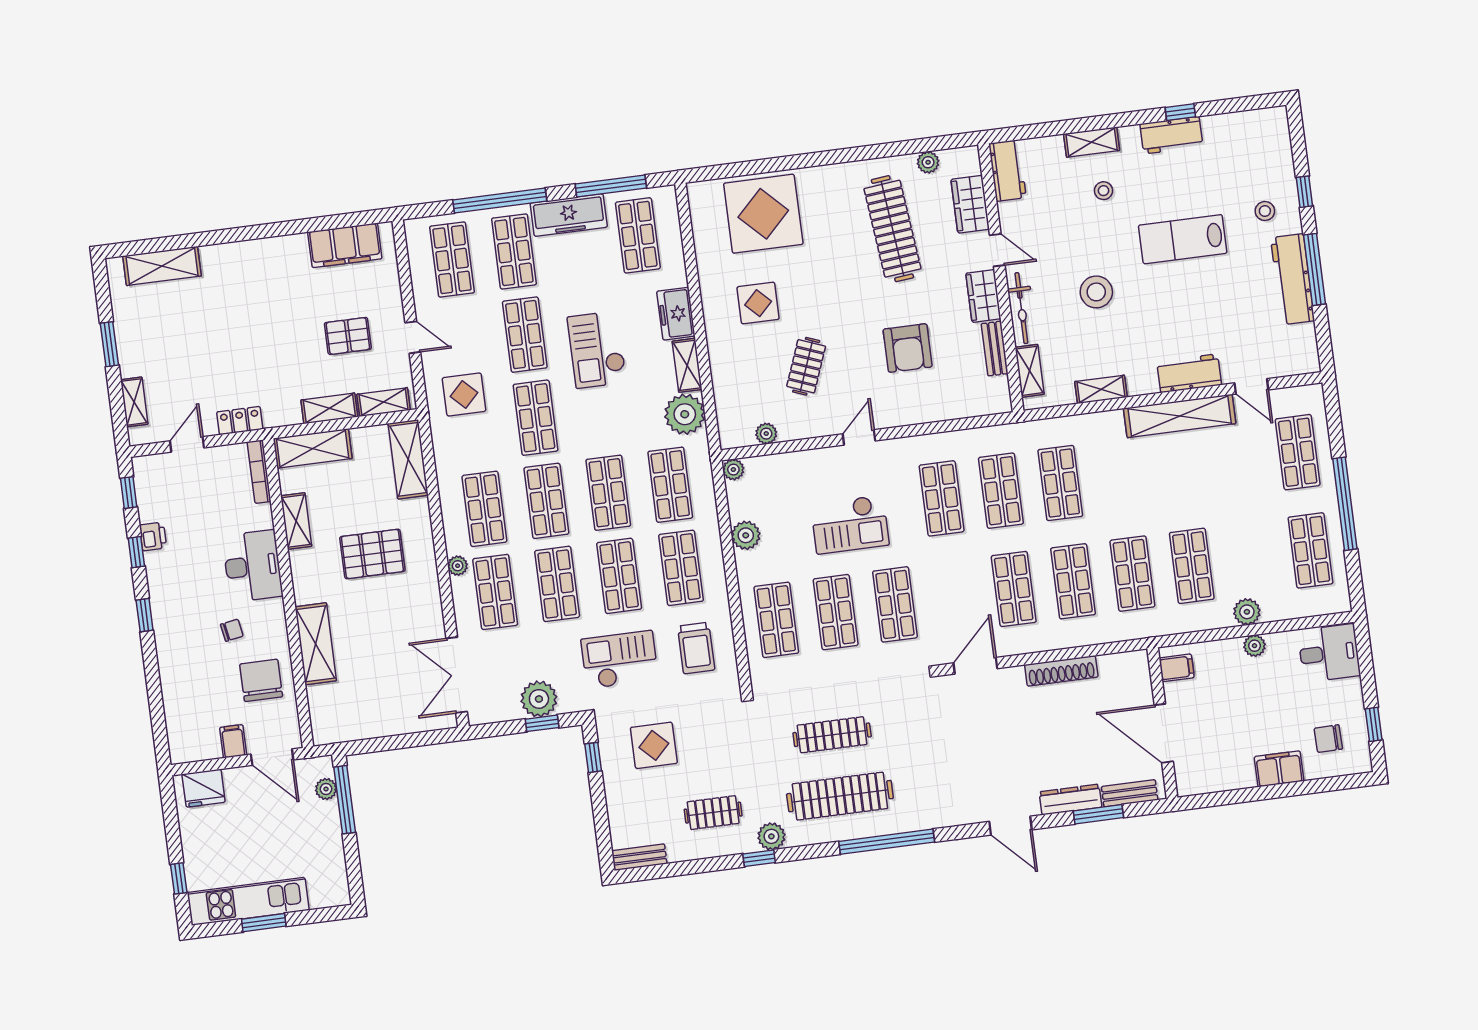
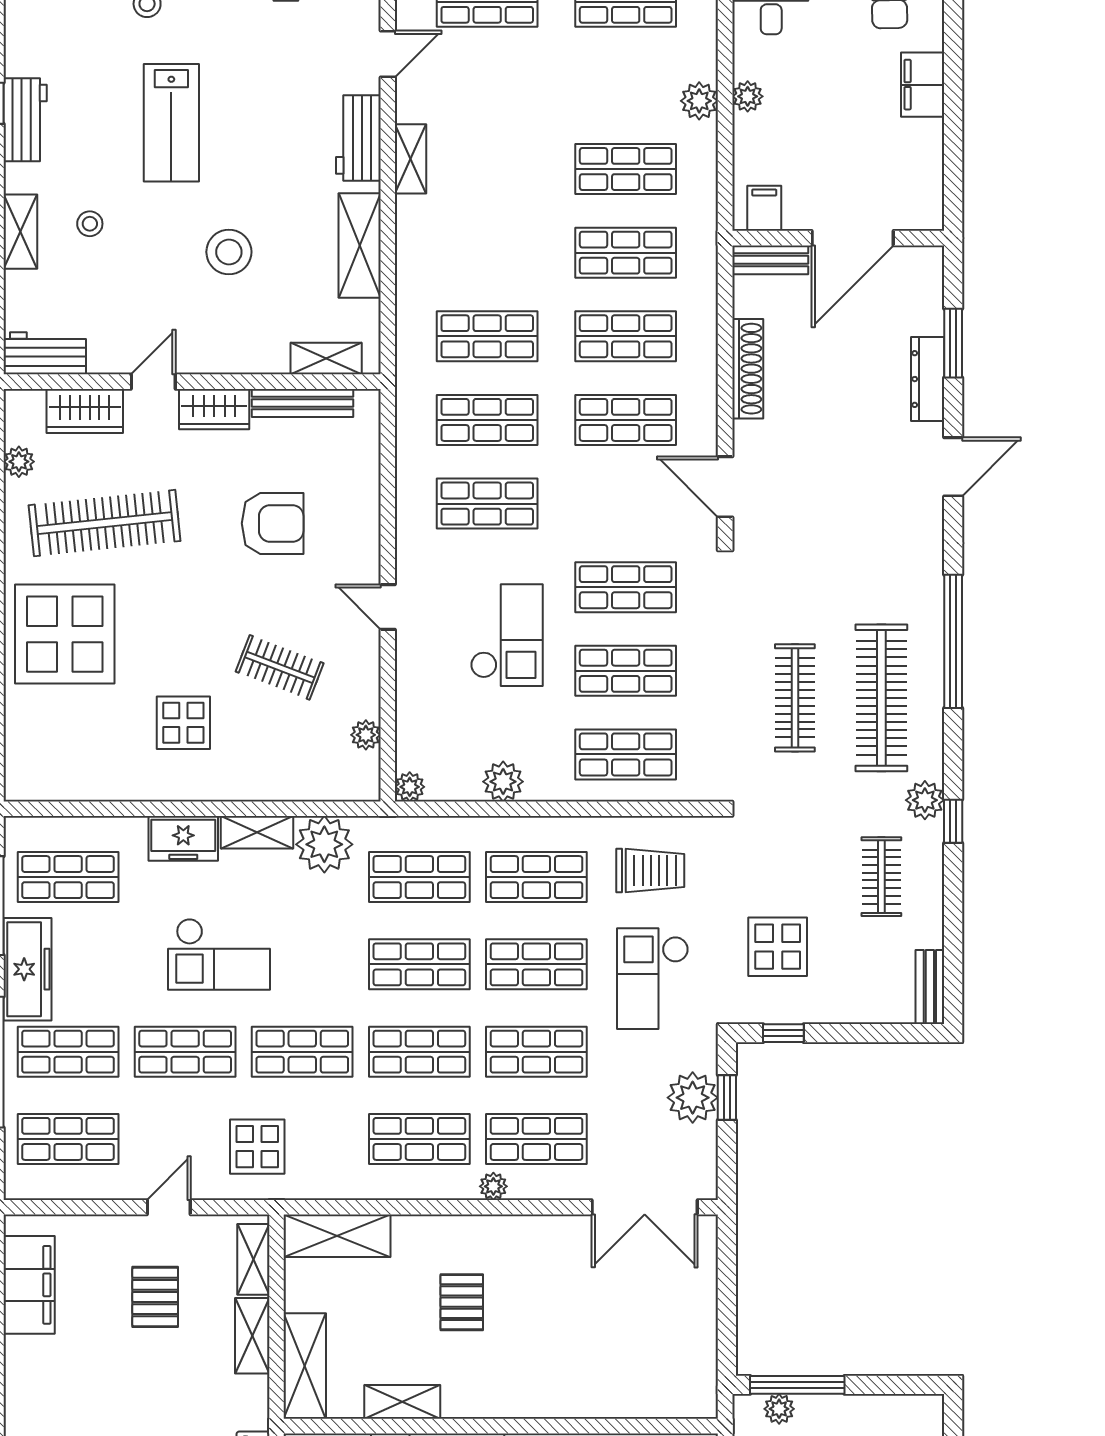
display table: (763, 214) -> (65, 634), moved
bicycle: (1021, 308) -> (238, 359), removed
bench: (995, 349) -> (303, 403), width x1.36
shelving: (1101, 389) -> (360, 246), width x1.50, depth x1.33
shelving: (1180, 416) -> (411, 159), width x0.45, depth x0.75
pallet: (372, 554) -> (462, 1302), width x0.67, depth x0.71
shelving: (316, 644) -> (576, 1397), removed
bench: (1130, 793) -> (770, 260), moved, turned 90

